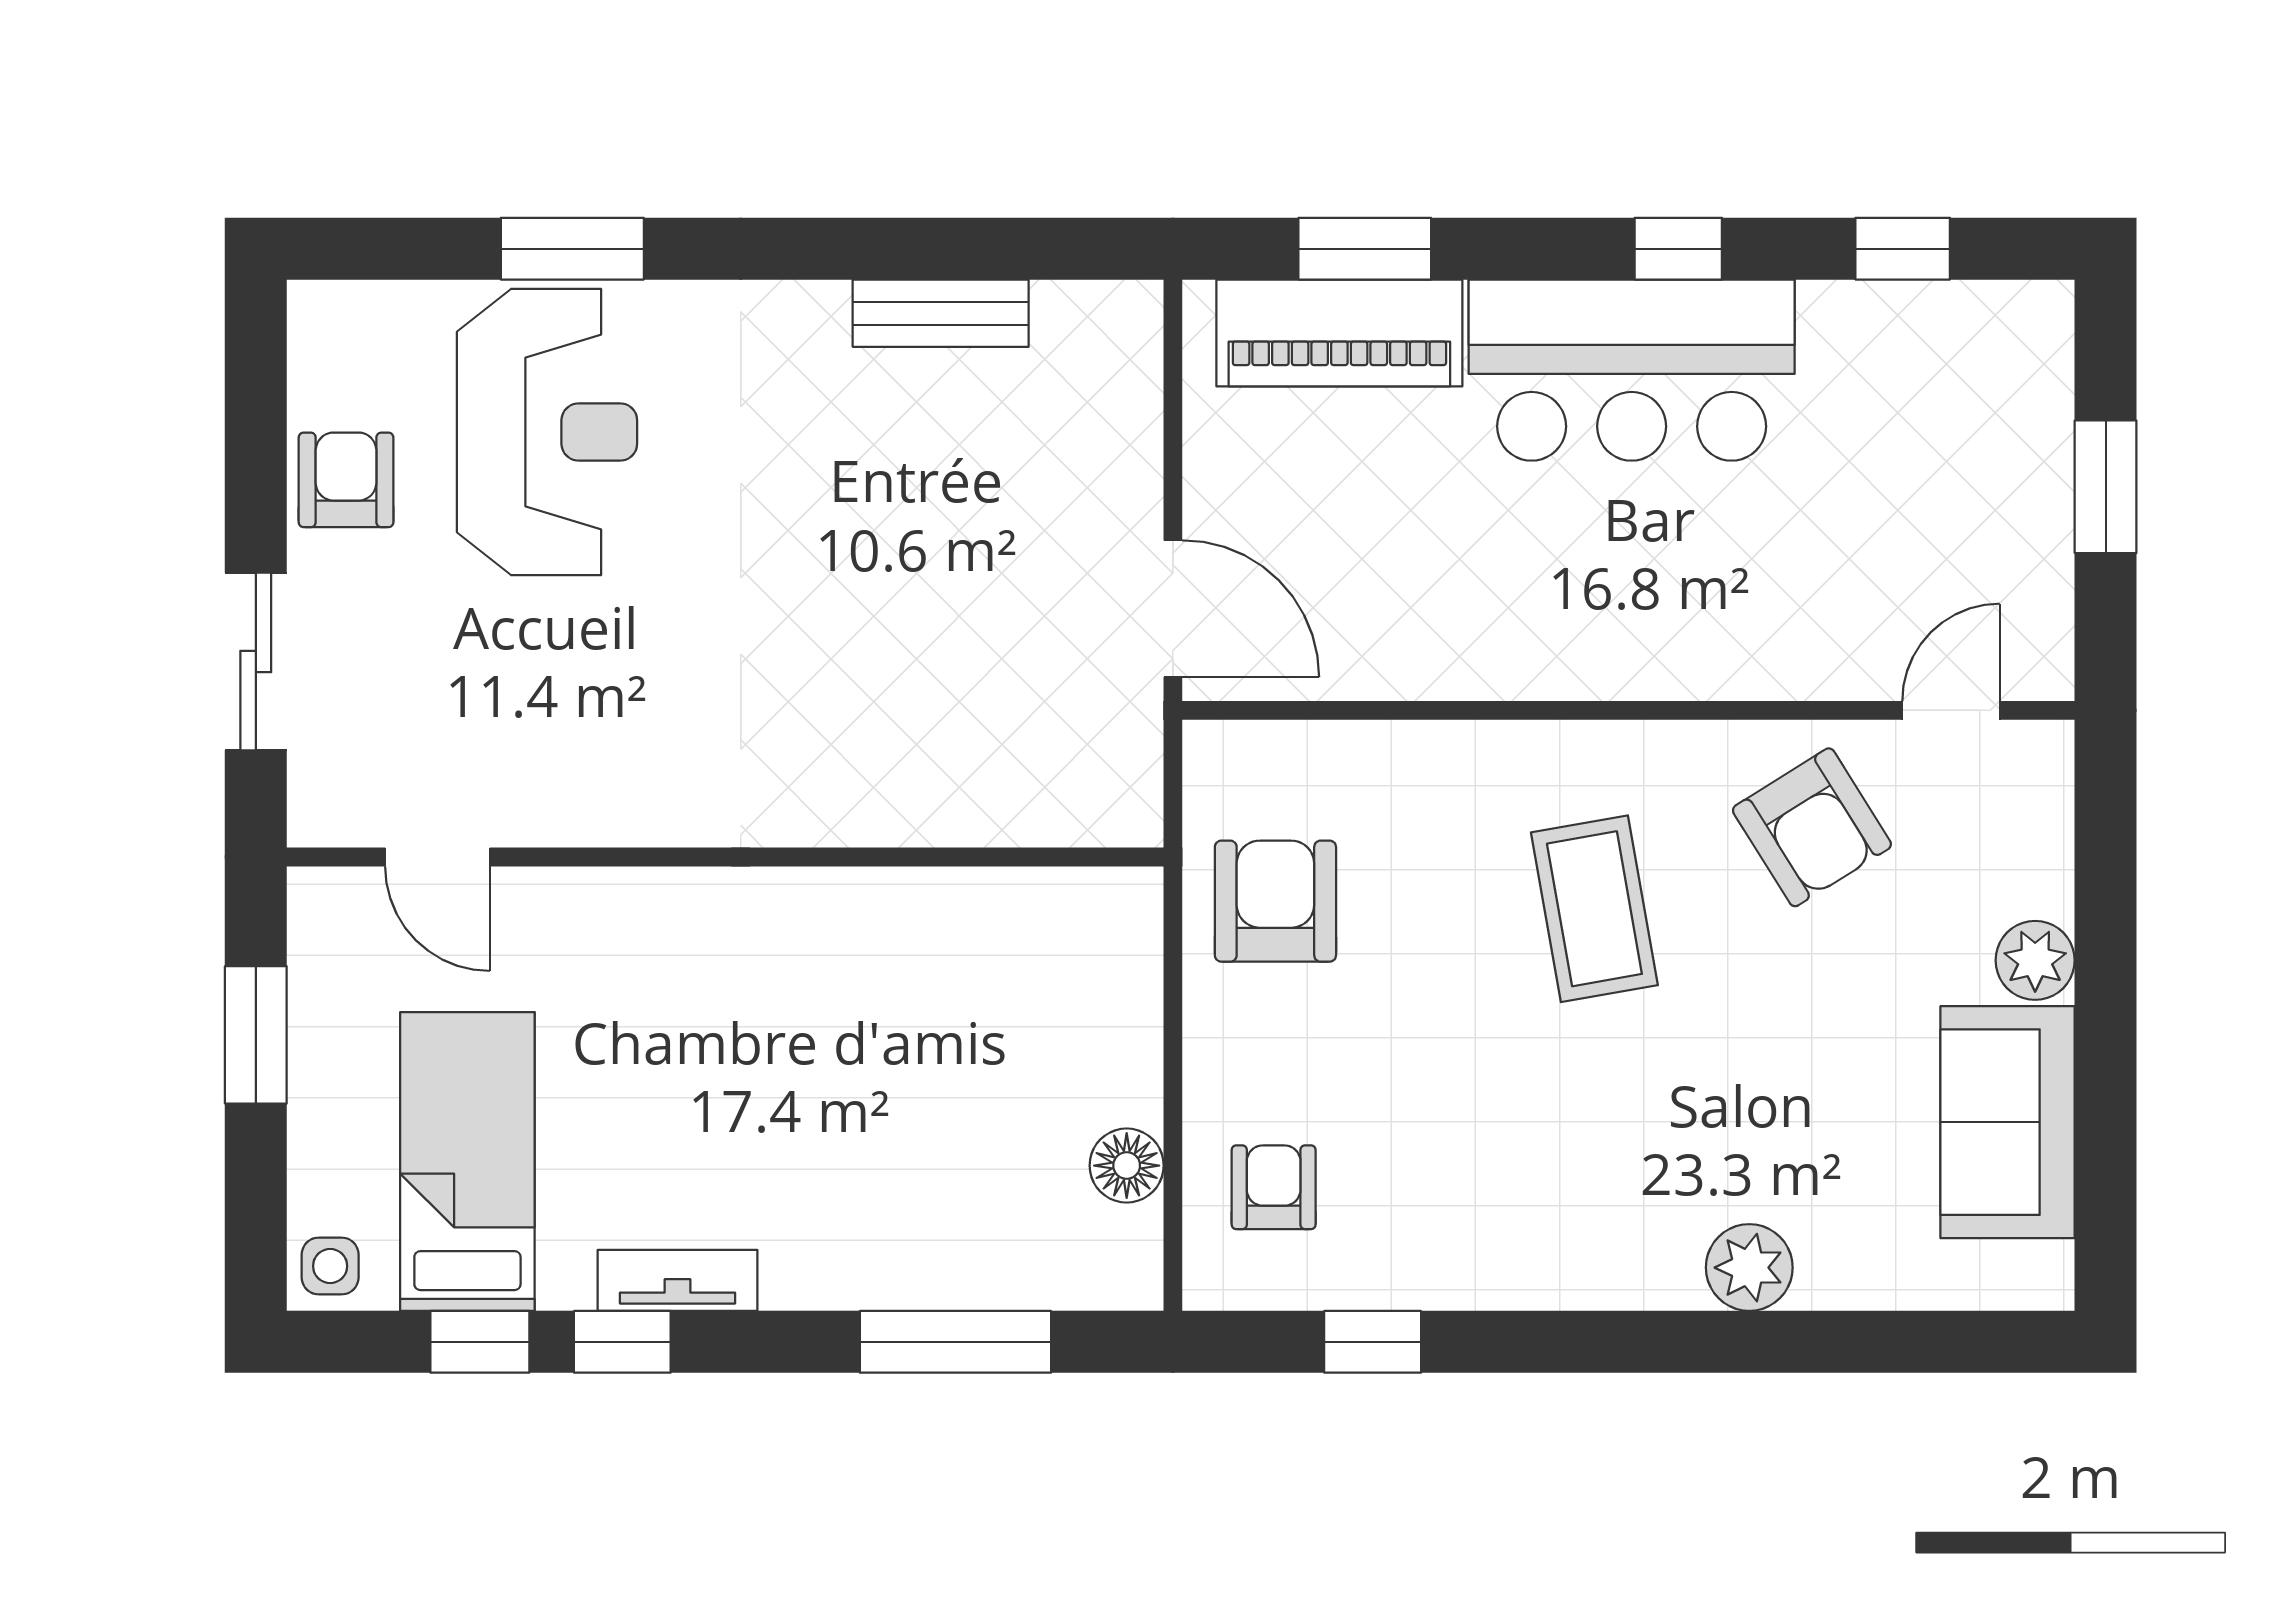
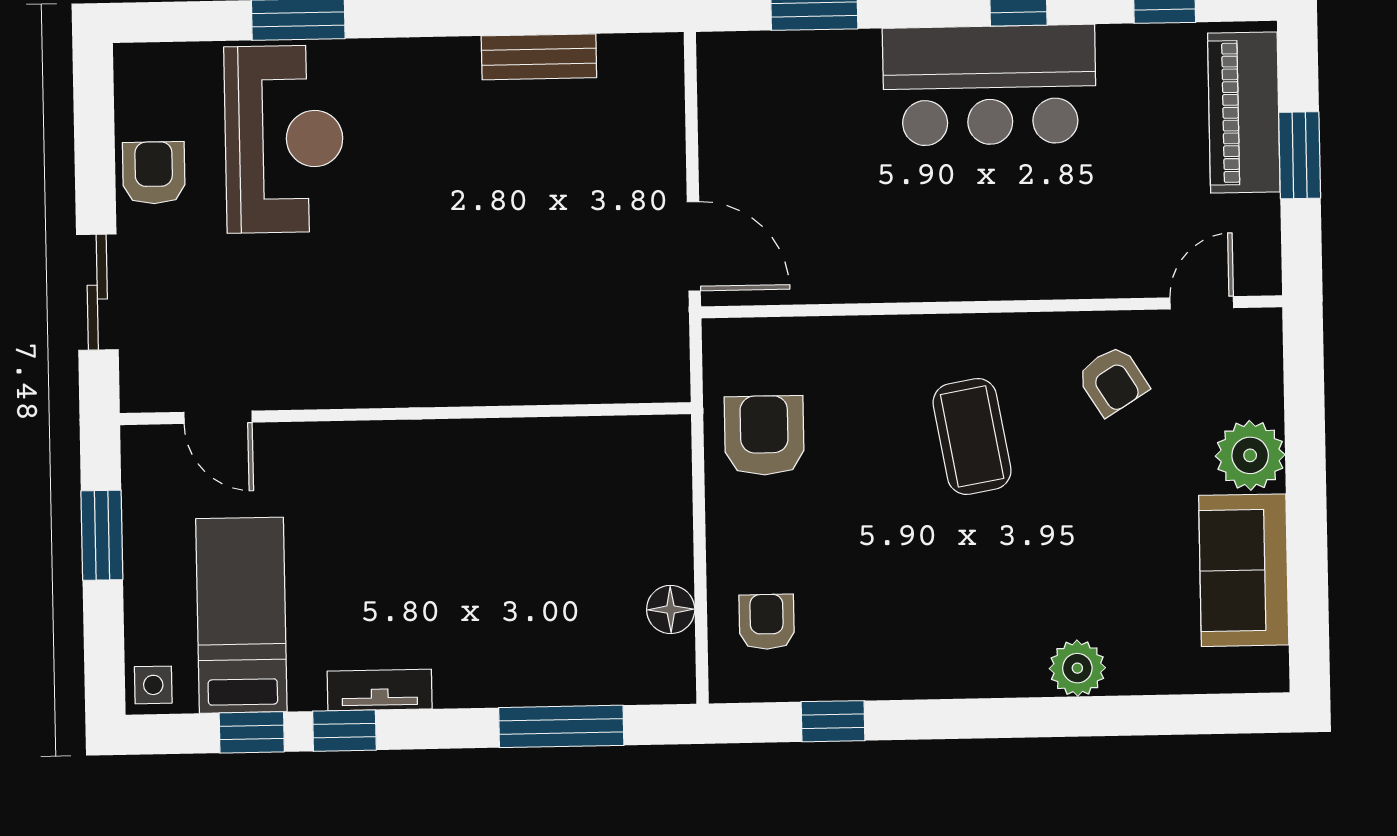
piano: (1339, 333) -> (1244, 113), moved, turned 90
armchair: (1812, 827) -> (1113, 381), width x0.72, depth x0.72
plant: (2035, 960) -> (1250, 455), width x1.36, depth x1.36

